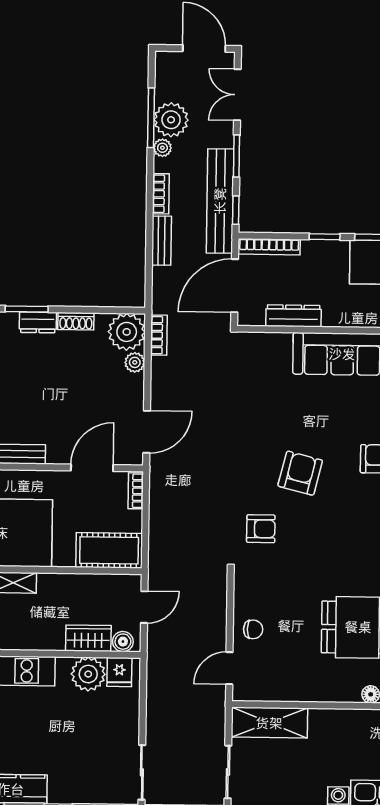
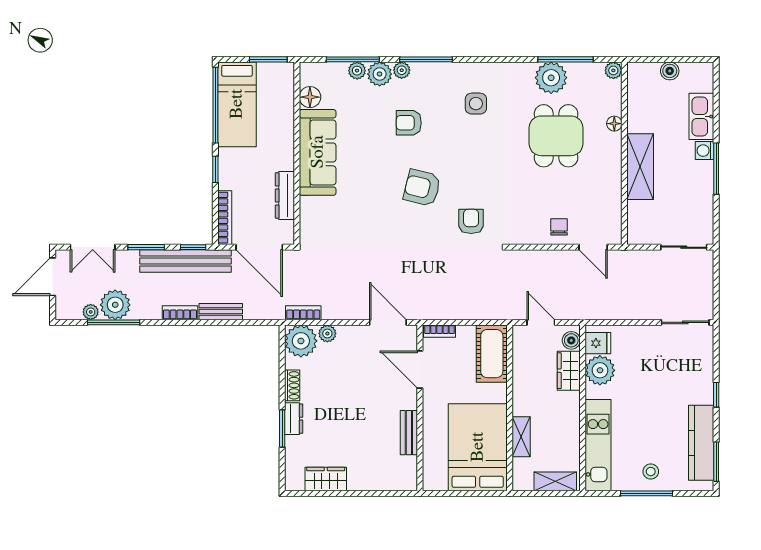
plant: (162, 148) -> (91, 312), moved
shelving: (269, 723) -> (640, 167), moved

